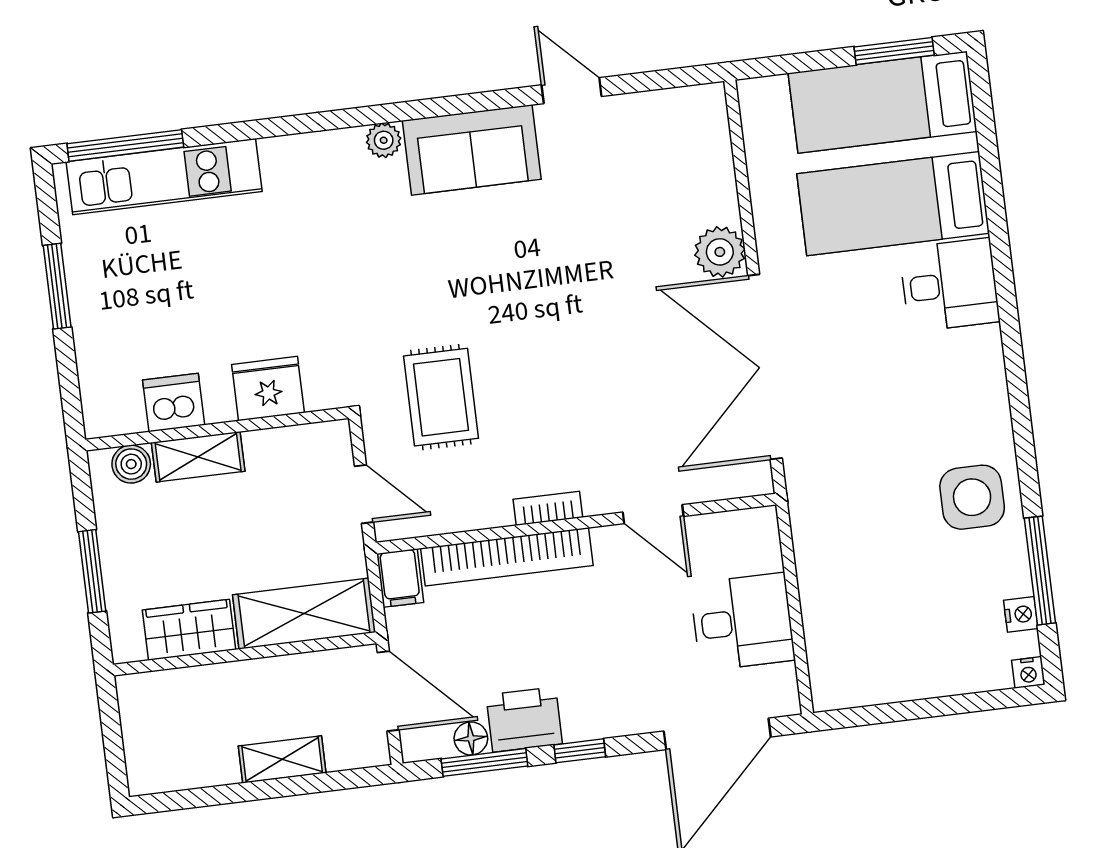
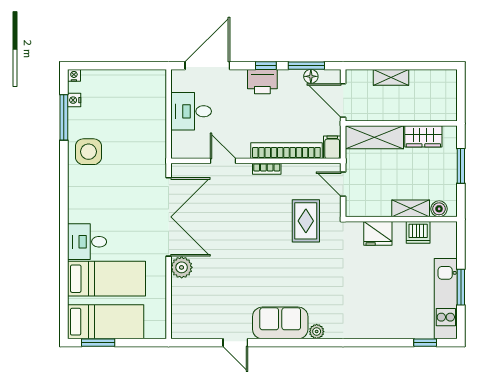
window: (125, 145) -> (425, 343), width x0.46
kitchen unit: (164, 177) -> (446, 299), moved, turned -90
printer: (524, 719) -> (262, 82), moved

